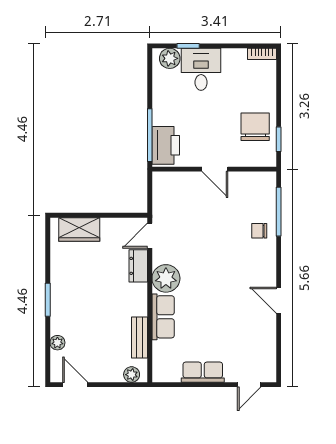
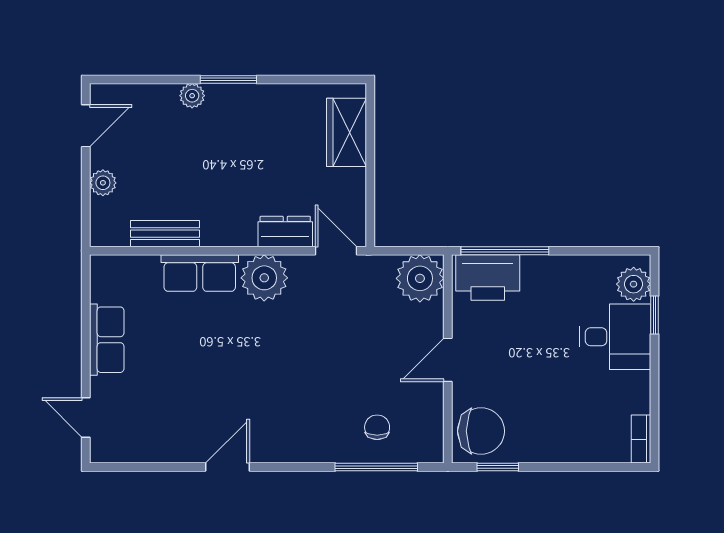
chair: (255, 127) -> (481, 431), moved
plant: (166, 186) -> (420, 278), added
chair: (259, 231) -> (377, 427), moved
plant: (57, 343) -> (192, 96), moved
plant: (132, 375) -> (103, 183), moved

